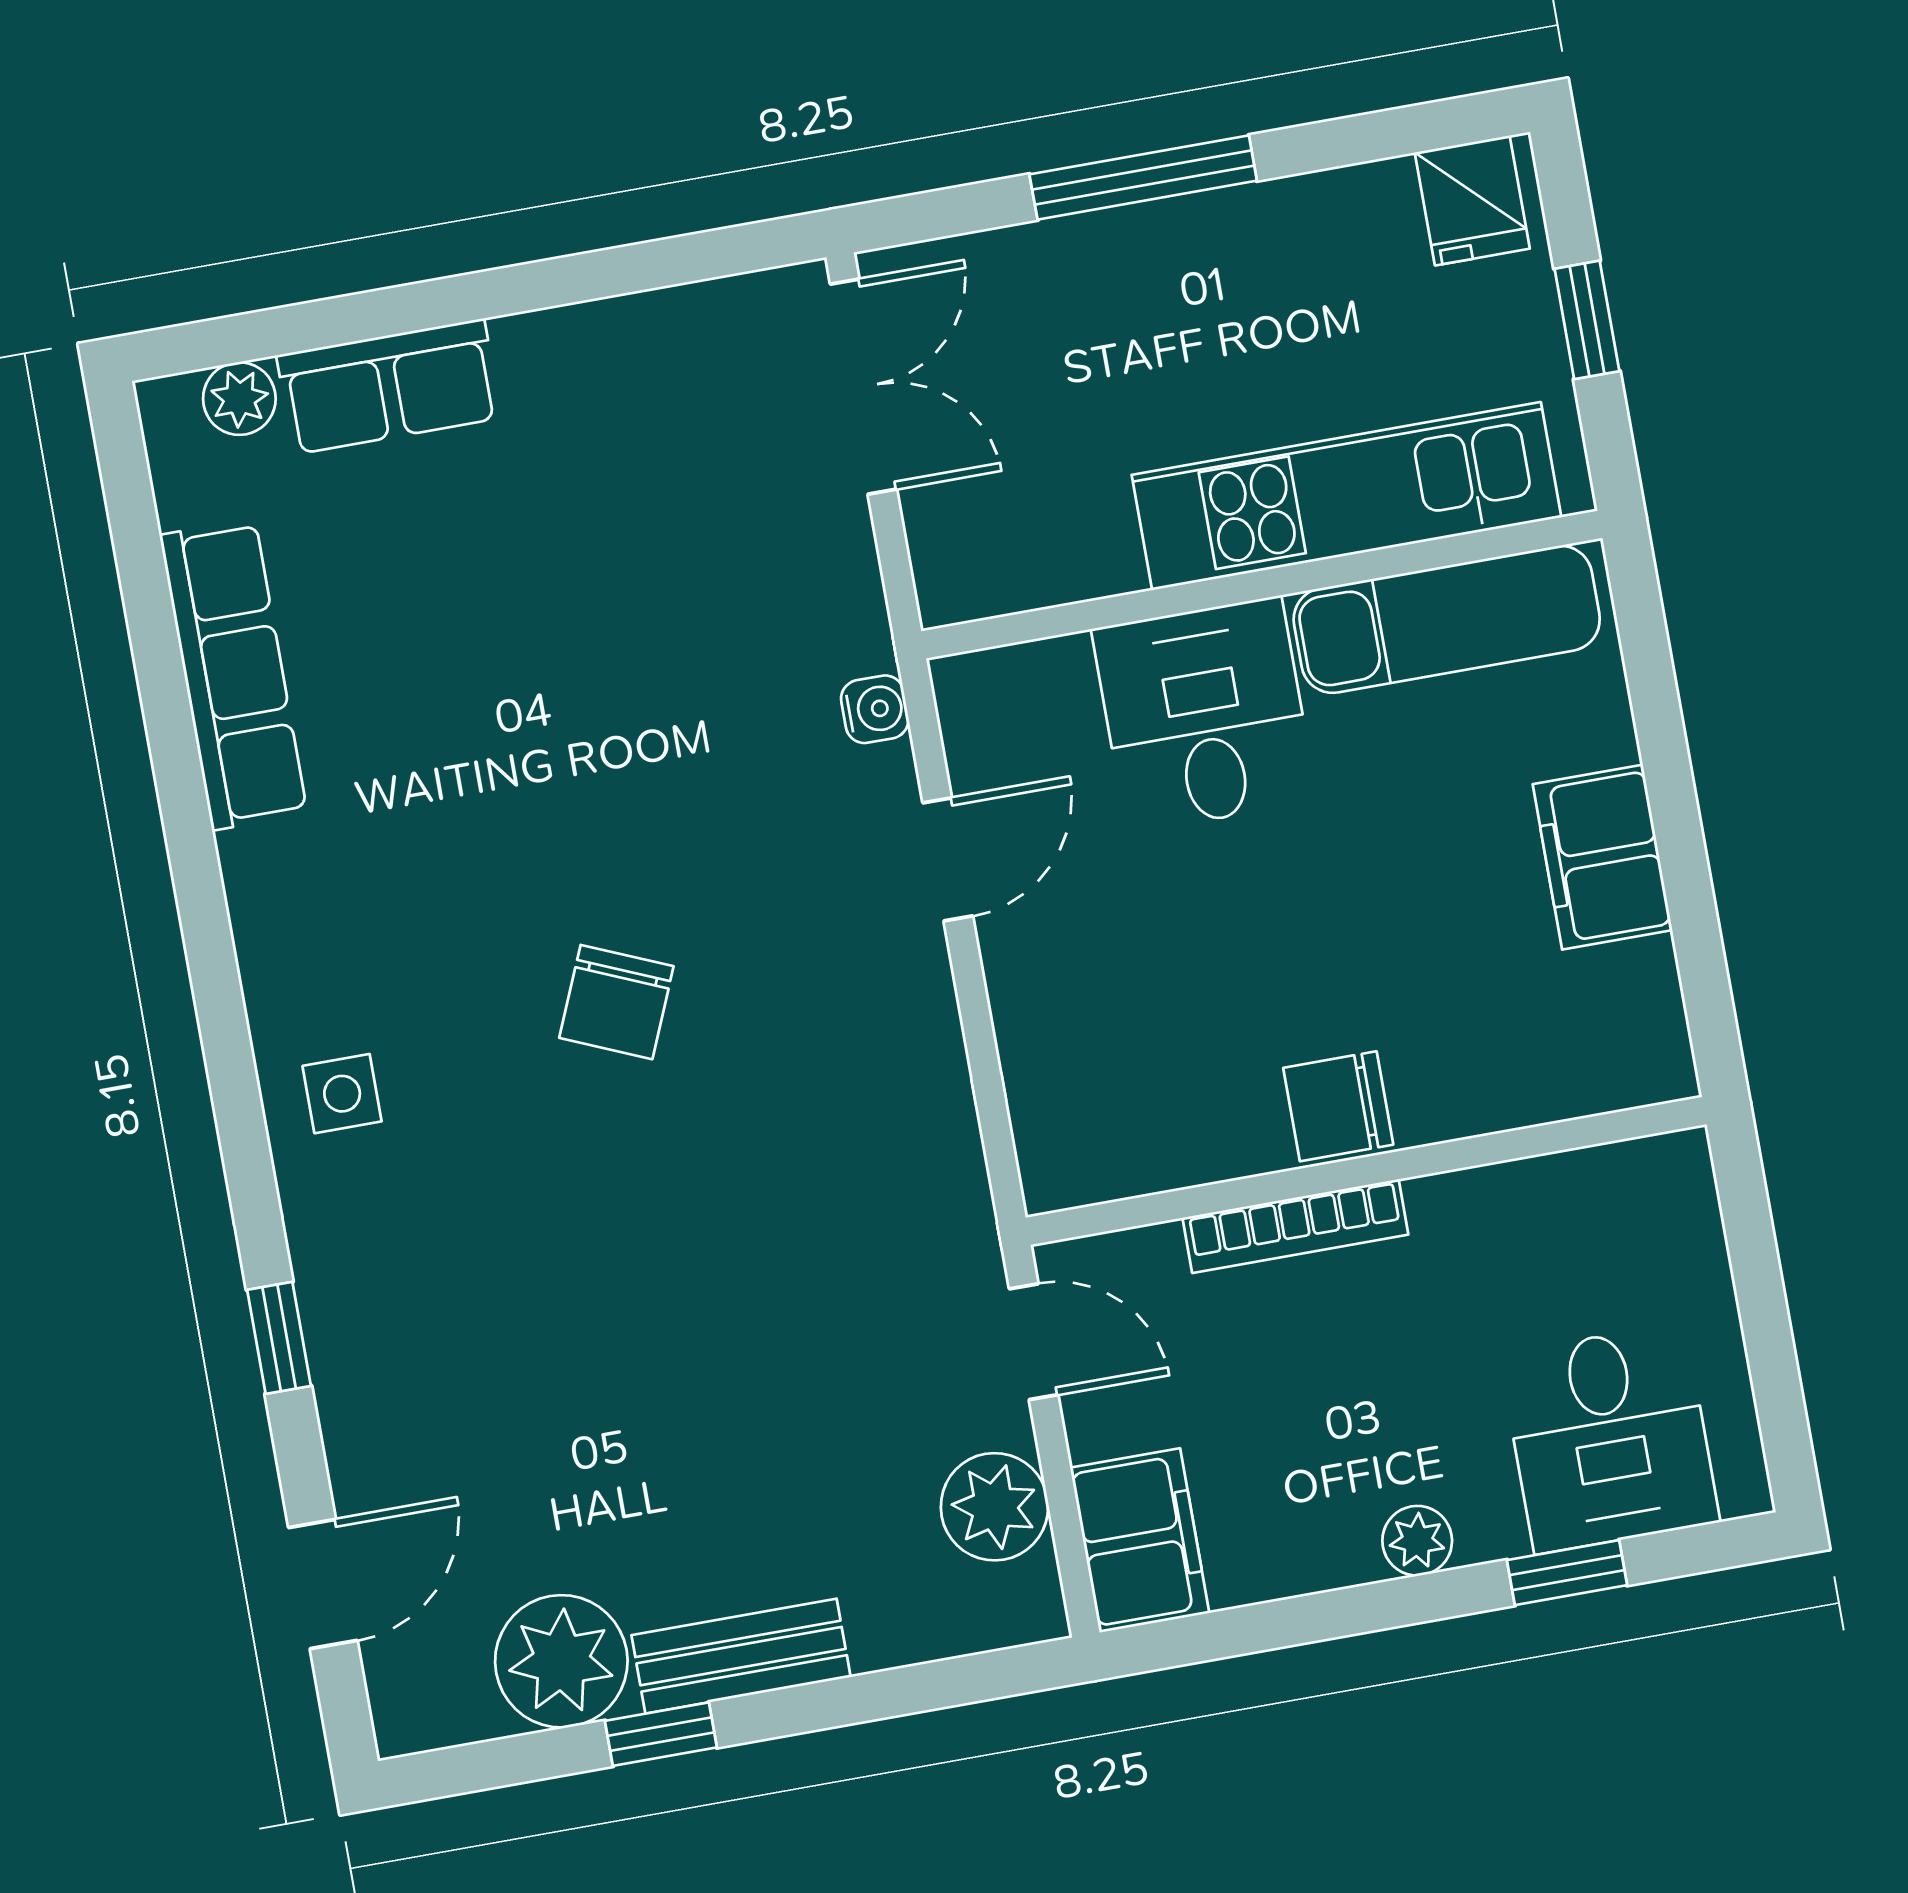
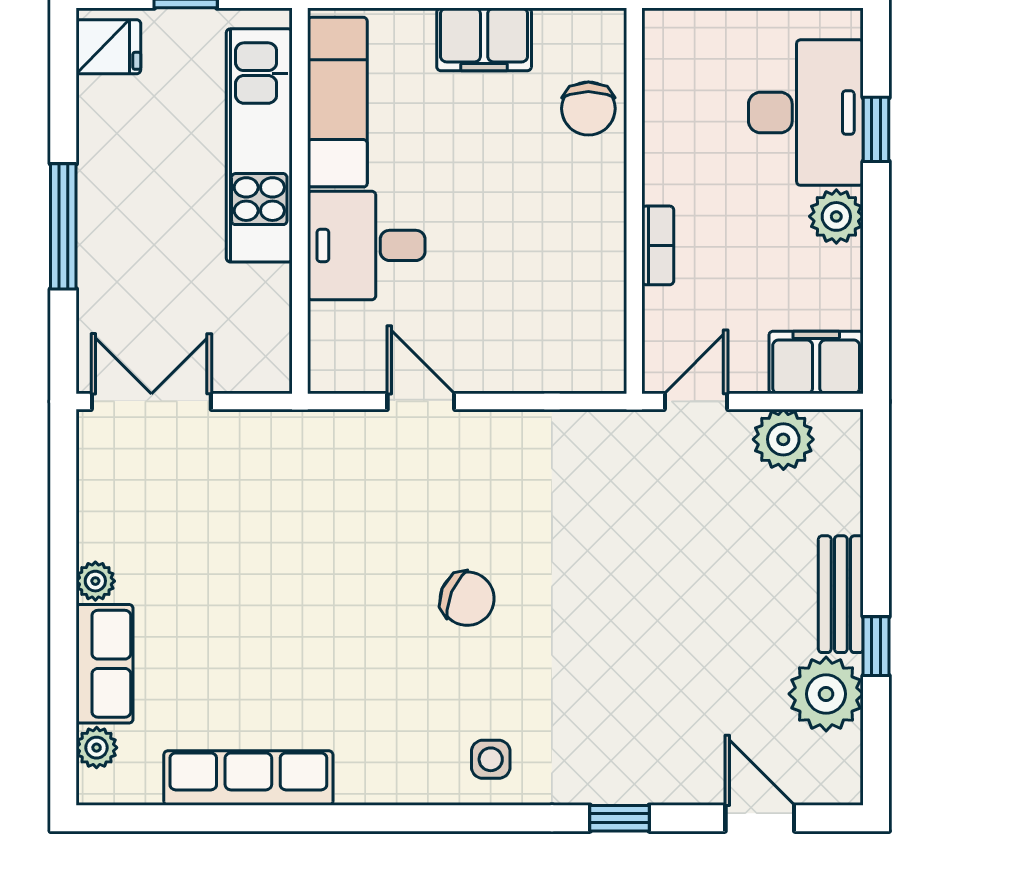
plant: (531, 345) -> (95, 581), added
water cooler: (875, 709) -> (331, 427), removed
chair: (1338, 1106) -> (588, 109), moved
bookcase: (1295, 1226) -> (658, 245), width x0.64
desk: (1610, 1438) -> (806, 113), width x1.37
plant: (1417, 1541) -> (836, 216), width x1.38, depth x1.38

